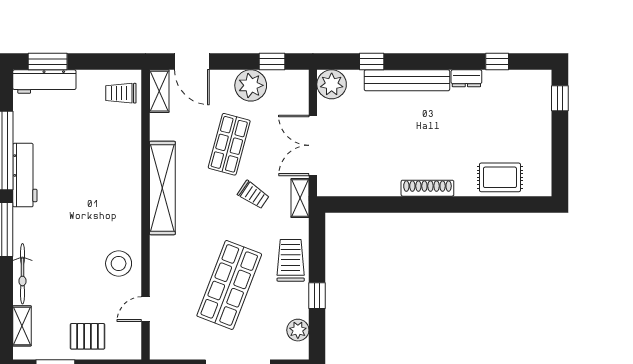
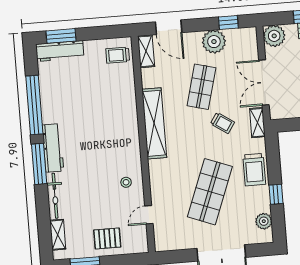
workbench: (25, 175) -> (53, 148), moved
trolley: (291, 260) -> (254, 170), turned 180
stool: (119, 263) -> (126, 182), width x0.53, depth x0.53

